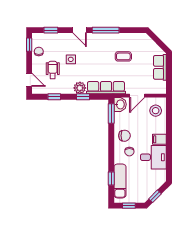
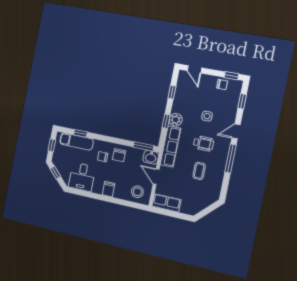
row of seats: (160, 67) -> (166, 203), moved
wheelchair: (53, 70) -> (203, 143), moved
door: (29, 80) -> (194, 69), hinge flipped
desk: (153, 157) -> (82, 177), moved

